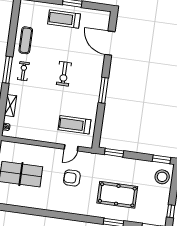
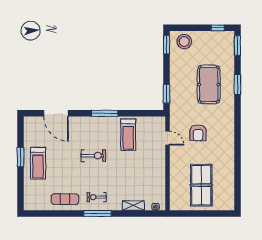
door: (110, 43) -> (56, 113), hinge flipped
treadmill: (74, 125) -> (128, 135), moved

